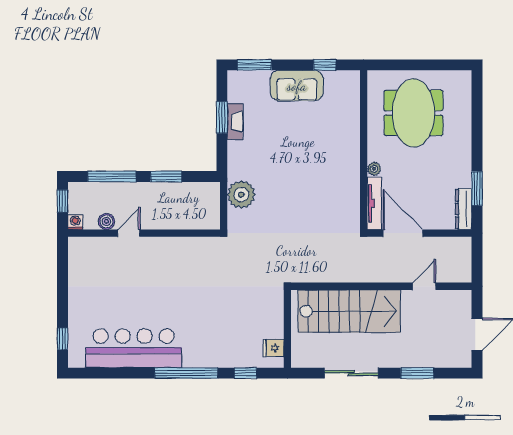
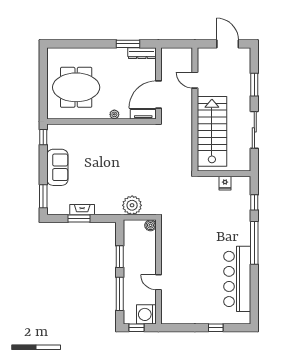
window: (325, 65) -> (43, 137), moved
tv unit: (374, 203) -> (143, 114), width x0.71
boiler: (106, 221) -> (150, 225), moved
washing machine: (75, 222) -> (146, 314), width x1.89, depth x1.89
window: (62, 339) -> (216, 328), moved
fridge: (274, 348) -> (225, 183), moved

